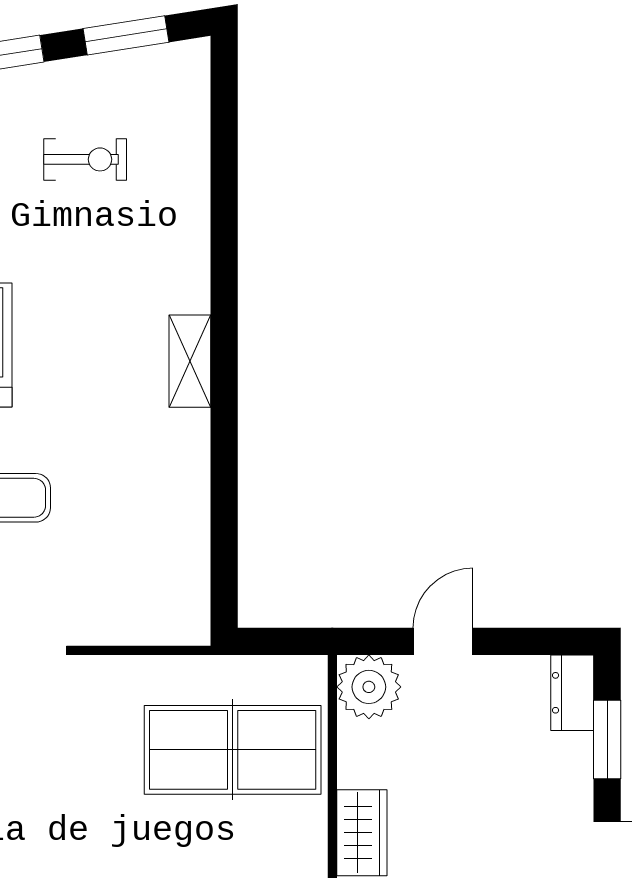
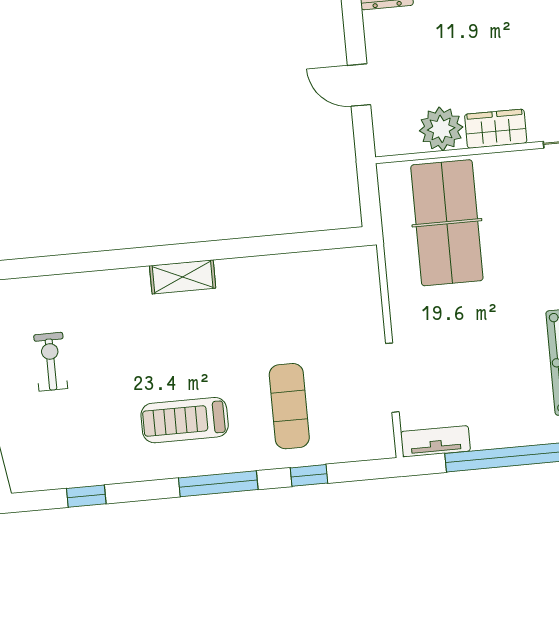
plant: (369, 687) -> (441, 129), moved

